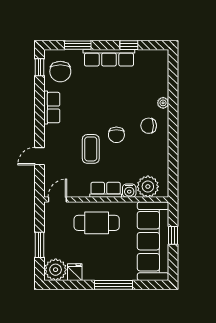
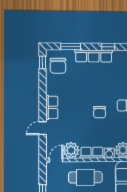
row of seats: (52, 108) -> (52, 107), moved
coffee table: (91, 149) -> (81, 123), removed
plant: (78, 186) -> (71, 150), added

